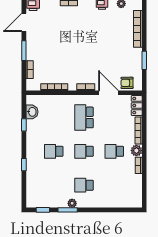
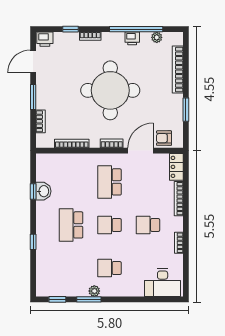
round table: (85, 45) -> (110, 90), added
door: (108, 93) -> (140, 151), hinge flipped
washbasin: (32, 112) -> (43, 191), moved
school desk: (54, 151) -> (71, 225), width x1.85
plant: (136, 151) -> (176, 224), removed
desk: (126, 197) -> (163, 283), added

